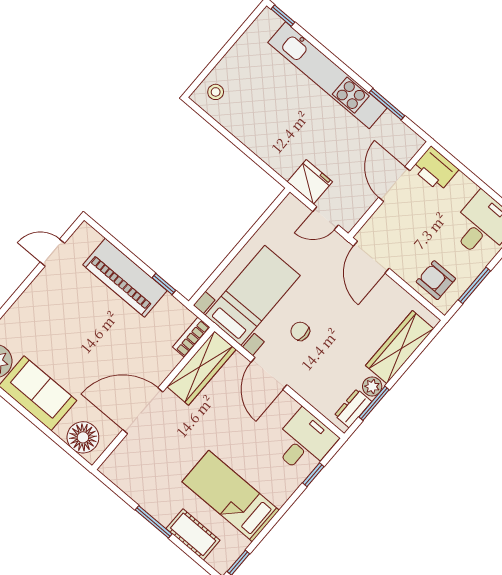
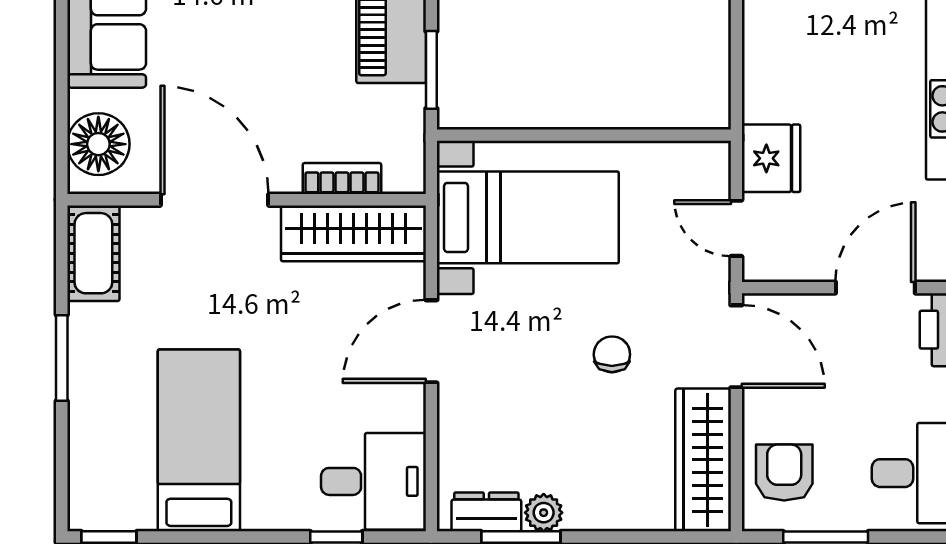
door: (371, 257) -> (736, 346), swing flipped
window: (164, 284) -> (431, 70), width x1.50
chair: (300, 331) -> (612, 354), moved
bookcase: (191, 337) -> (342, 179), moved
wardrobe: (400, 347) -> (703, 460), moved, turned -90
cot: (193, 534) -> (93, 253), moved

